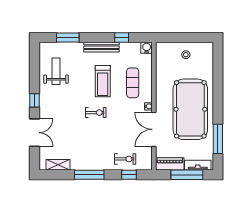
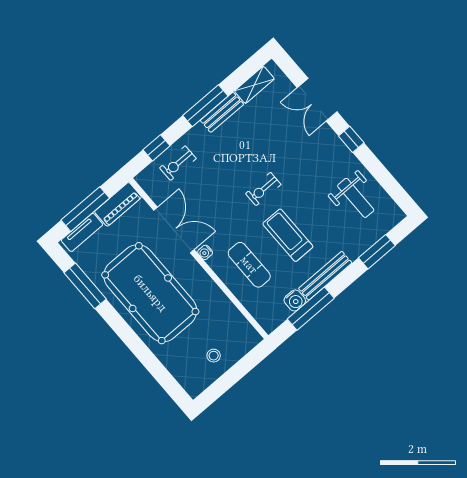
window: (122, 38) -> (311, 309), width x2.17
water cooler: (147, 48) -> (295, 300), moved
bench: (84, 165) -> (222, 112), added

